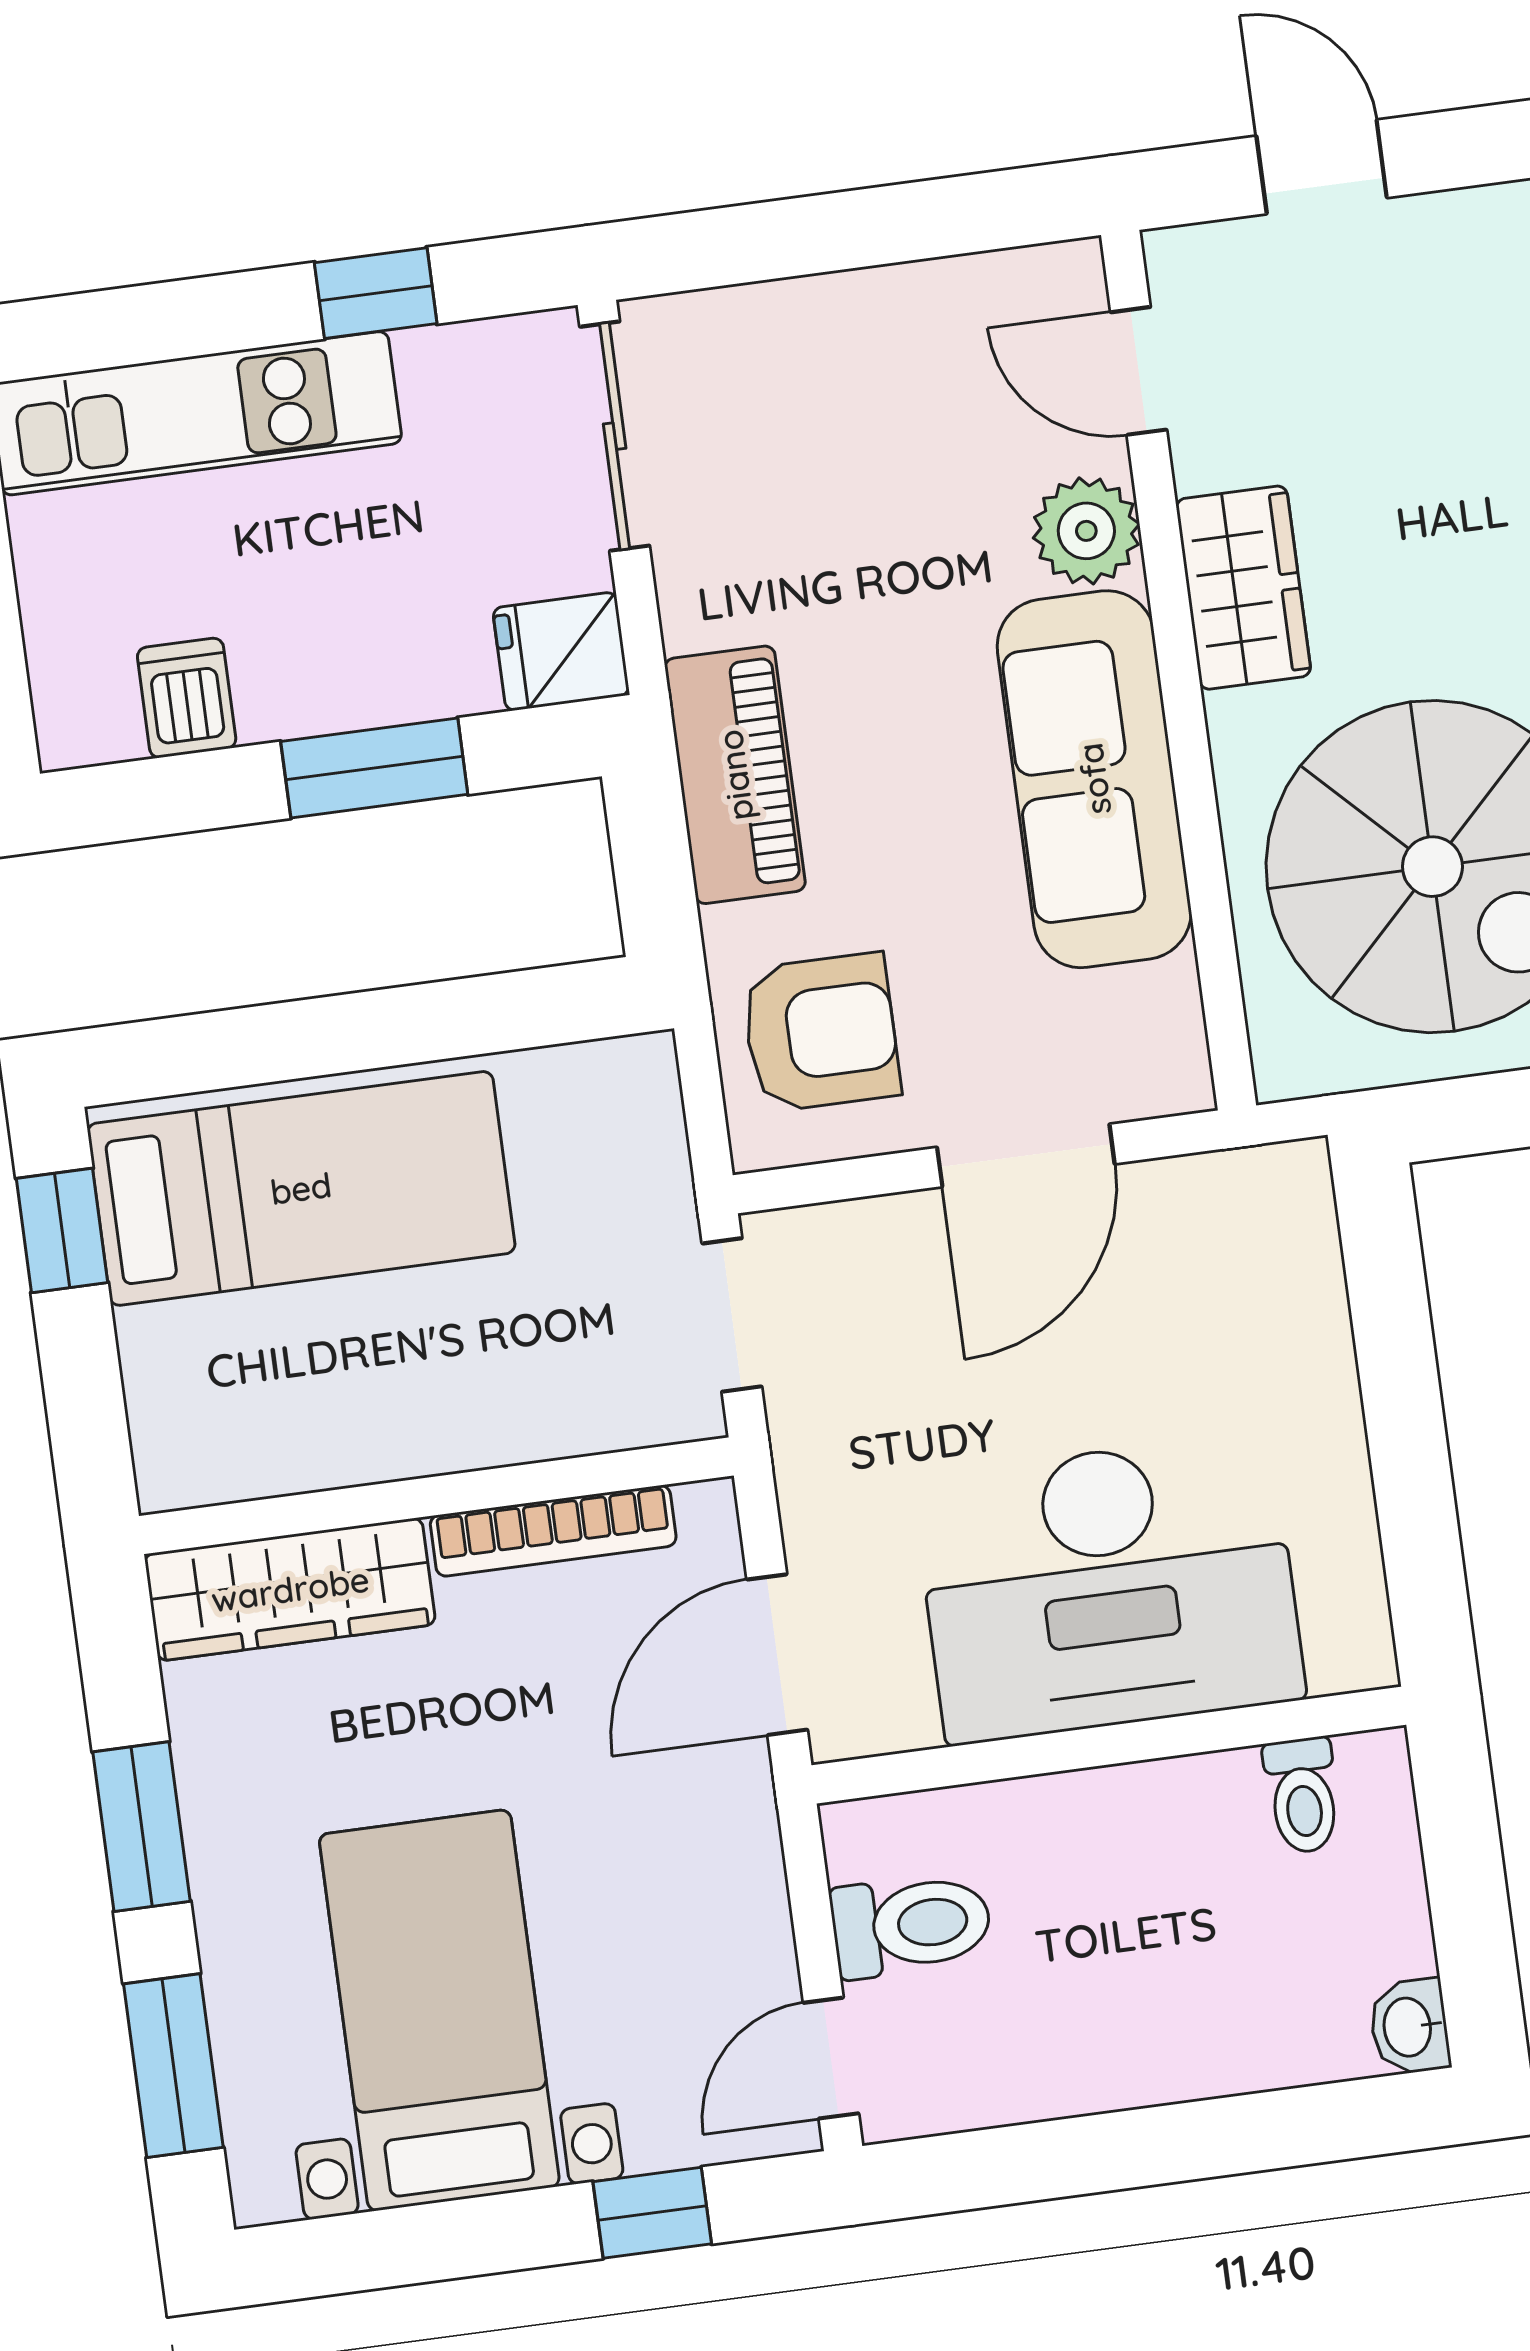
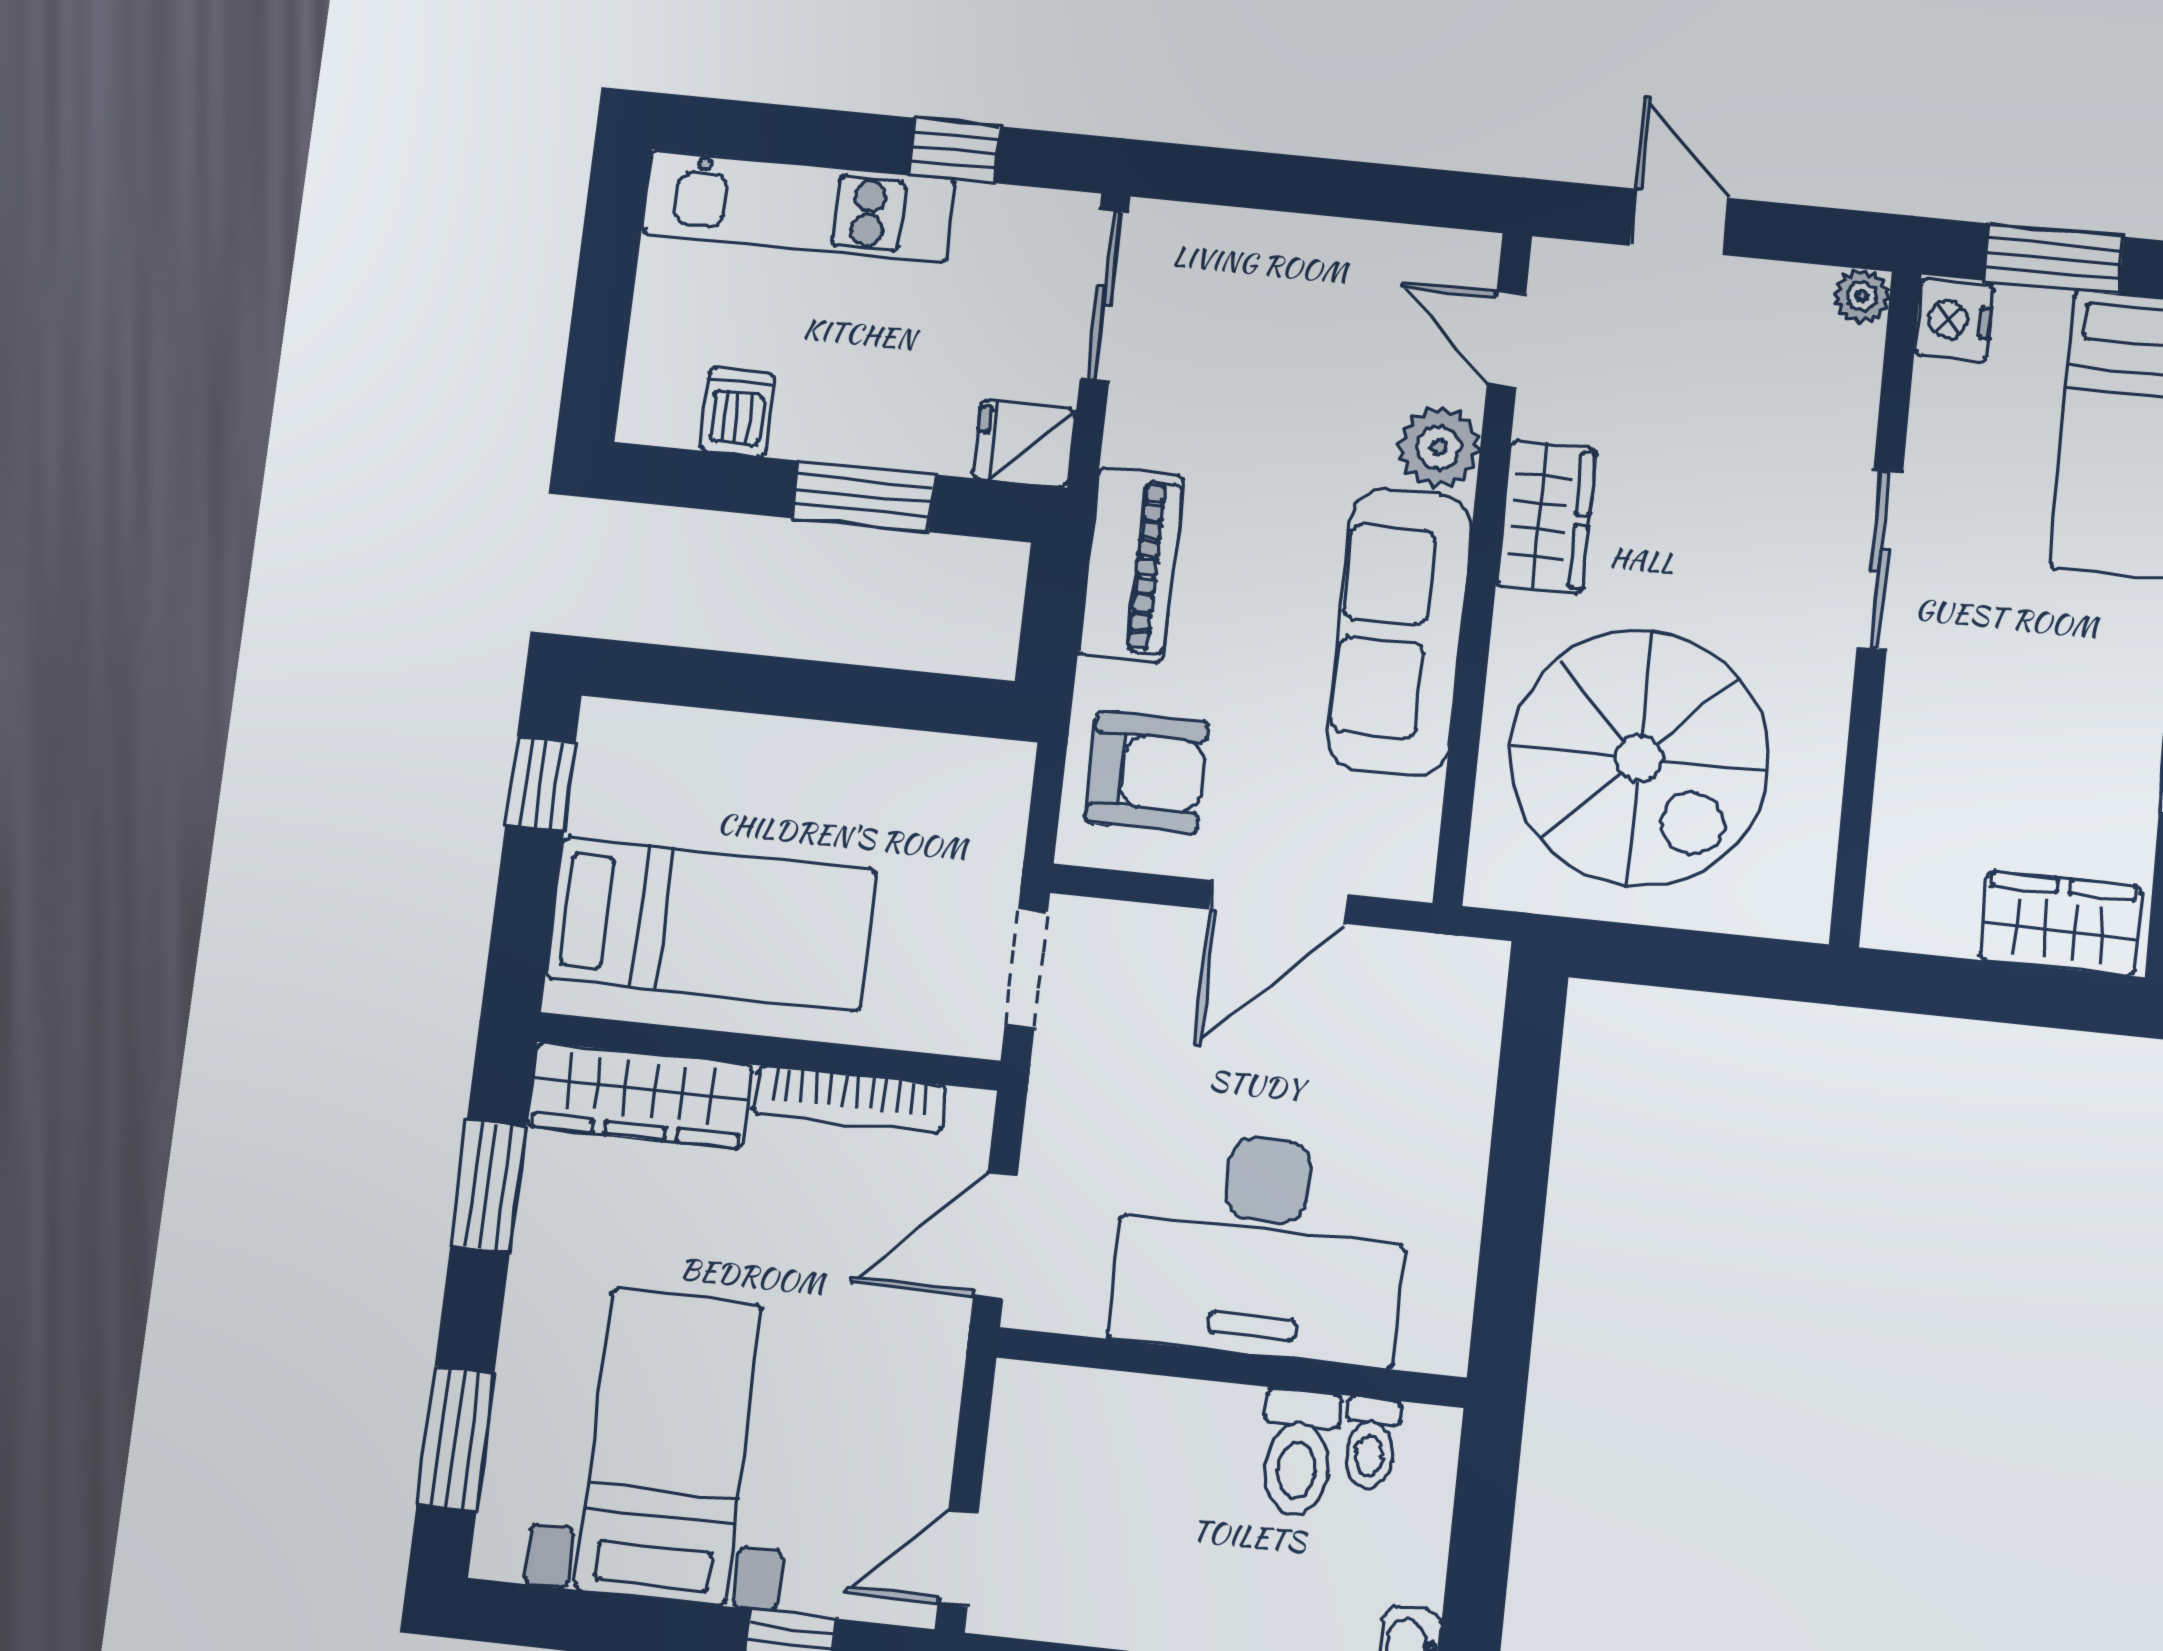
bed: (301, 1188) -> (711, 924), moved
window: (141, 1827) -> (488, 1186), moved
toilet: (911, 1925) -> (1298, 1453), moved, turned 90

